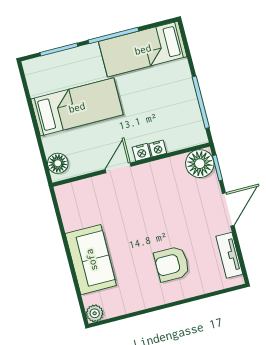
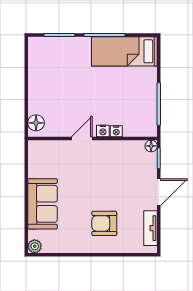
bed: (77, 107) -> (62, 83), removed
floor lamp: (200, 164) -> (151, 146), width x0.53, depth x0.53

